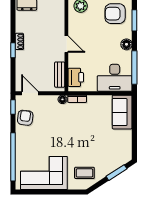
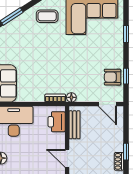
window: (13, 107) -> (126, 76), moved
armchair: (25, 118) -> (113, 77), turned 83
window: (13, 157) -> (126, 34), width x0.32

